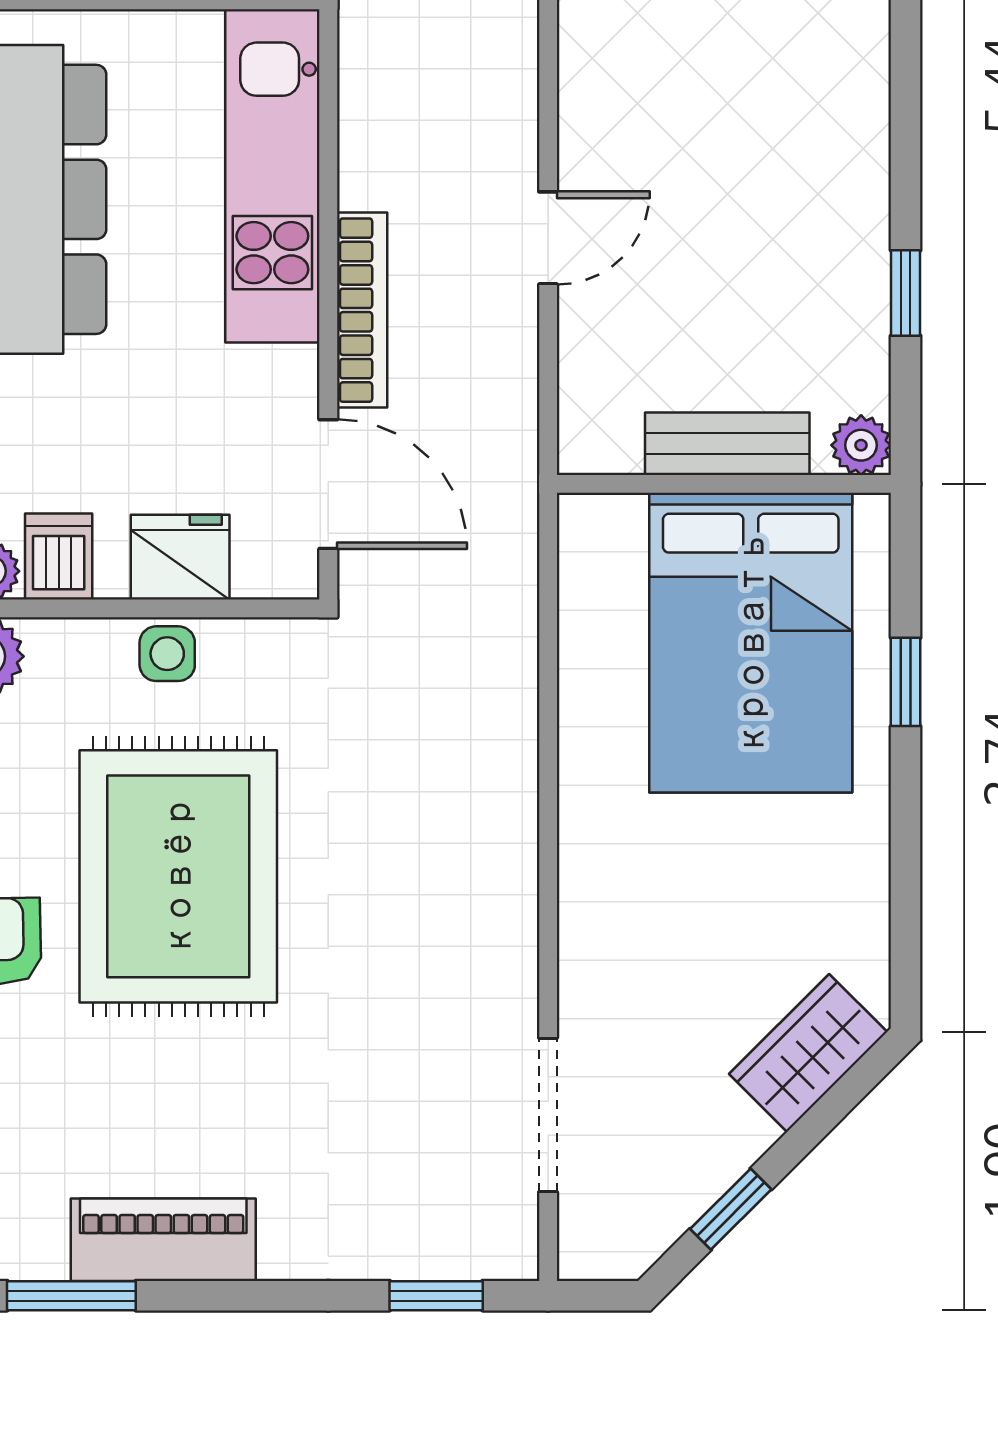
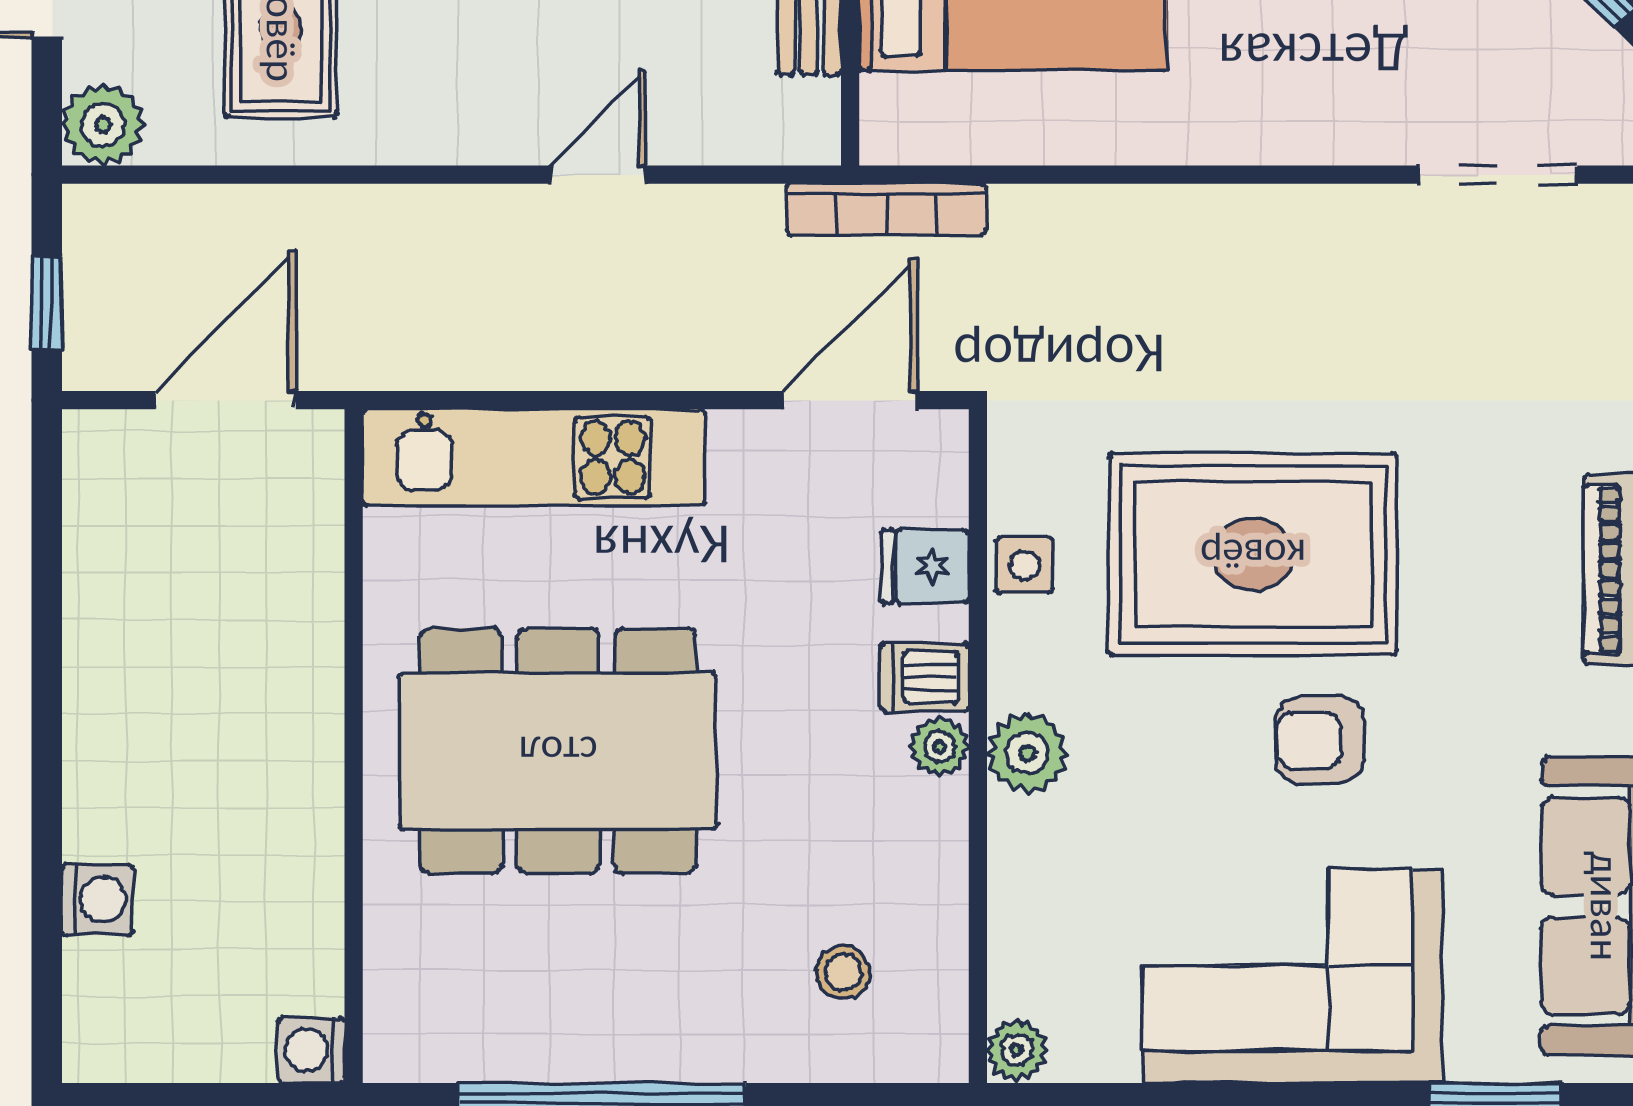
door: (548, 238) -> (598, 175), hinge flipped
bookcase: (362, 310) -> (886, 209), moved, turned 180
fridge: (180, 557) -> (925, 566), width x0.72

